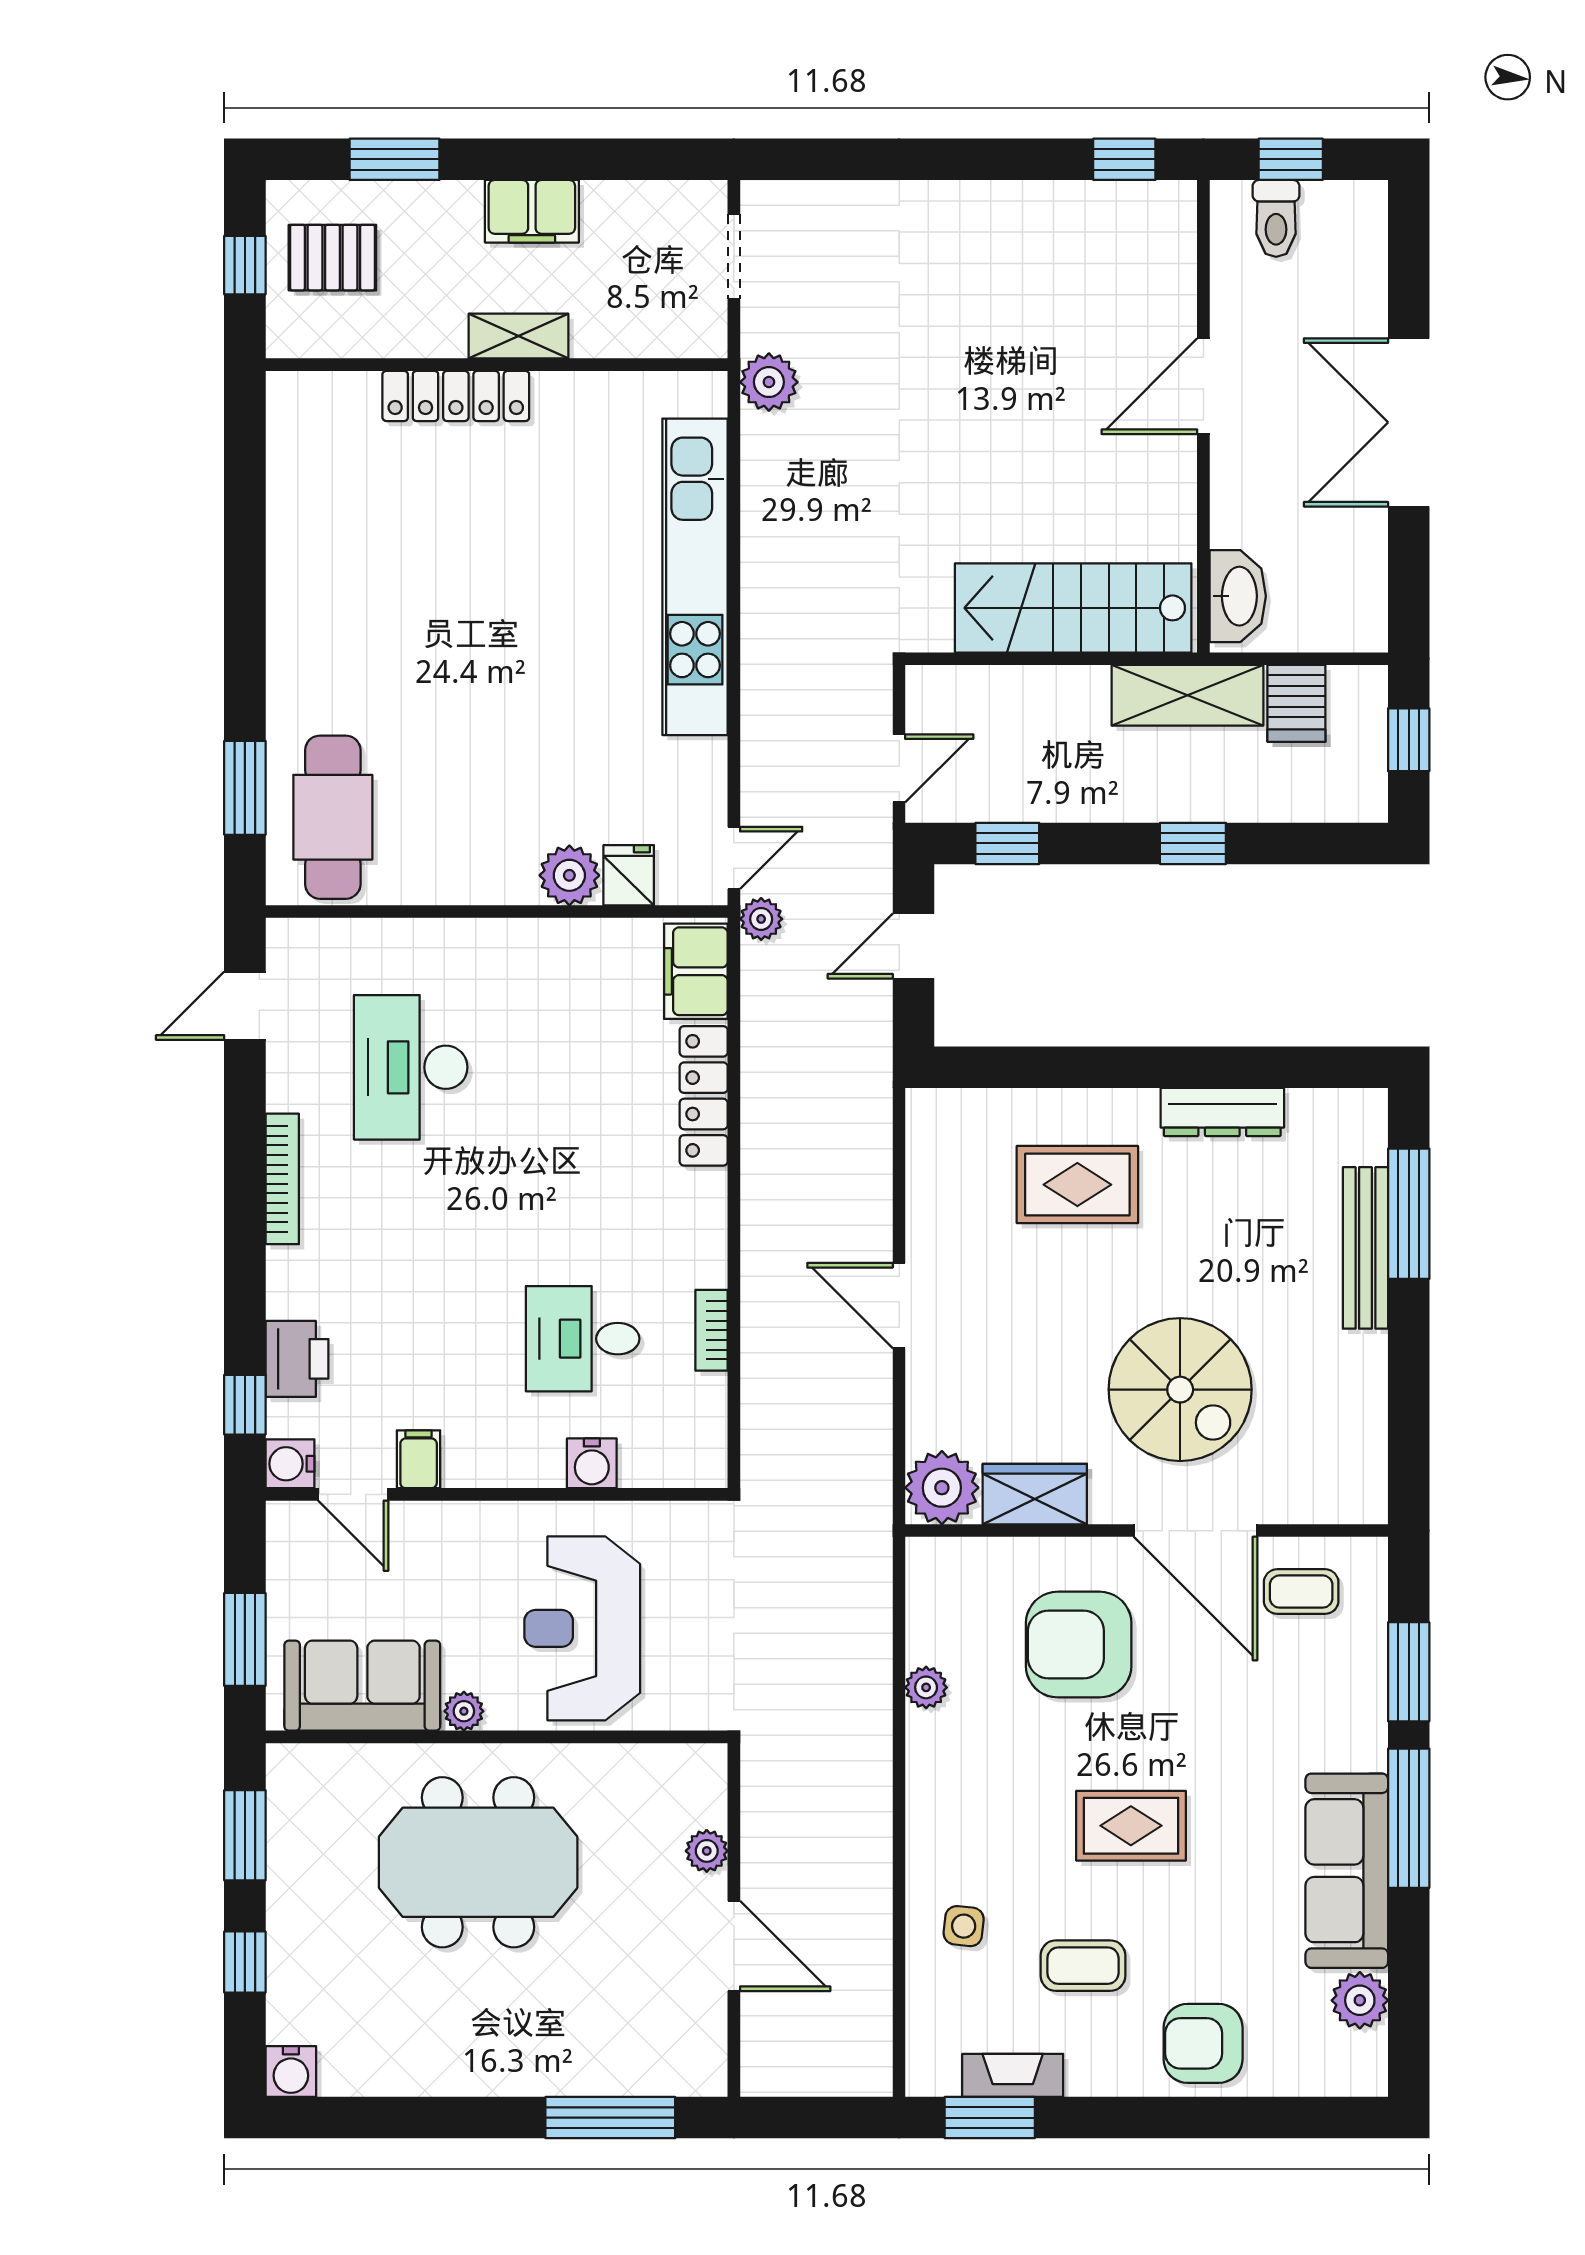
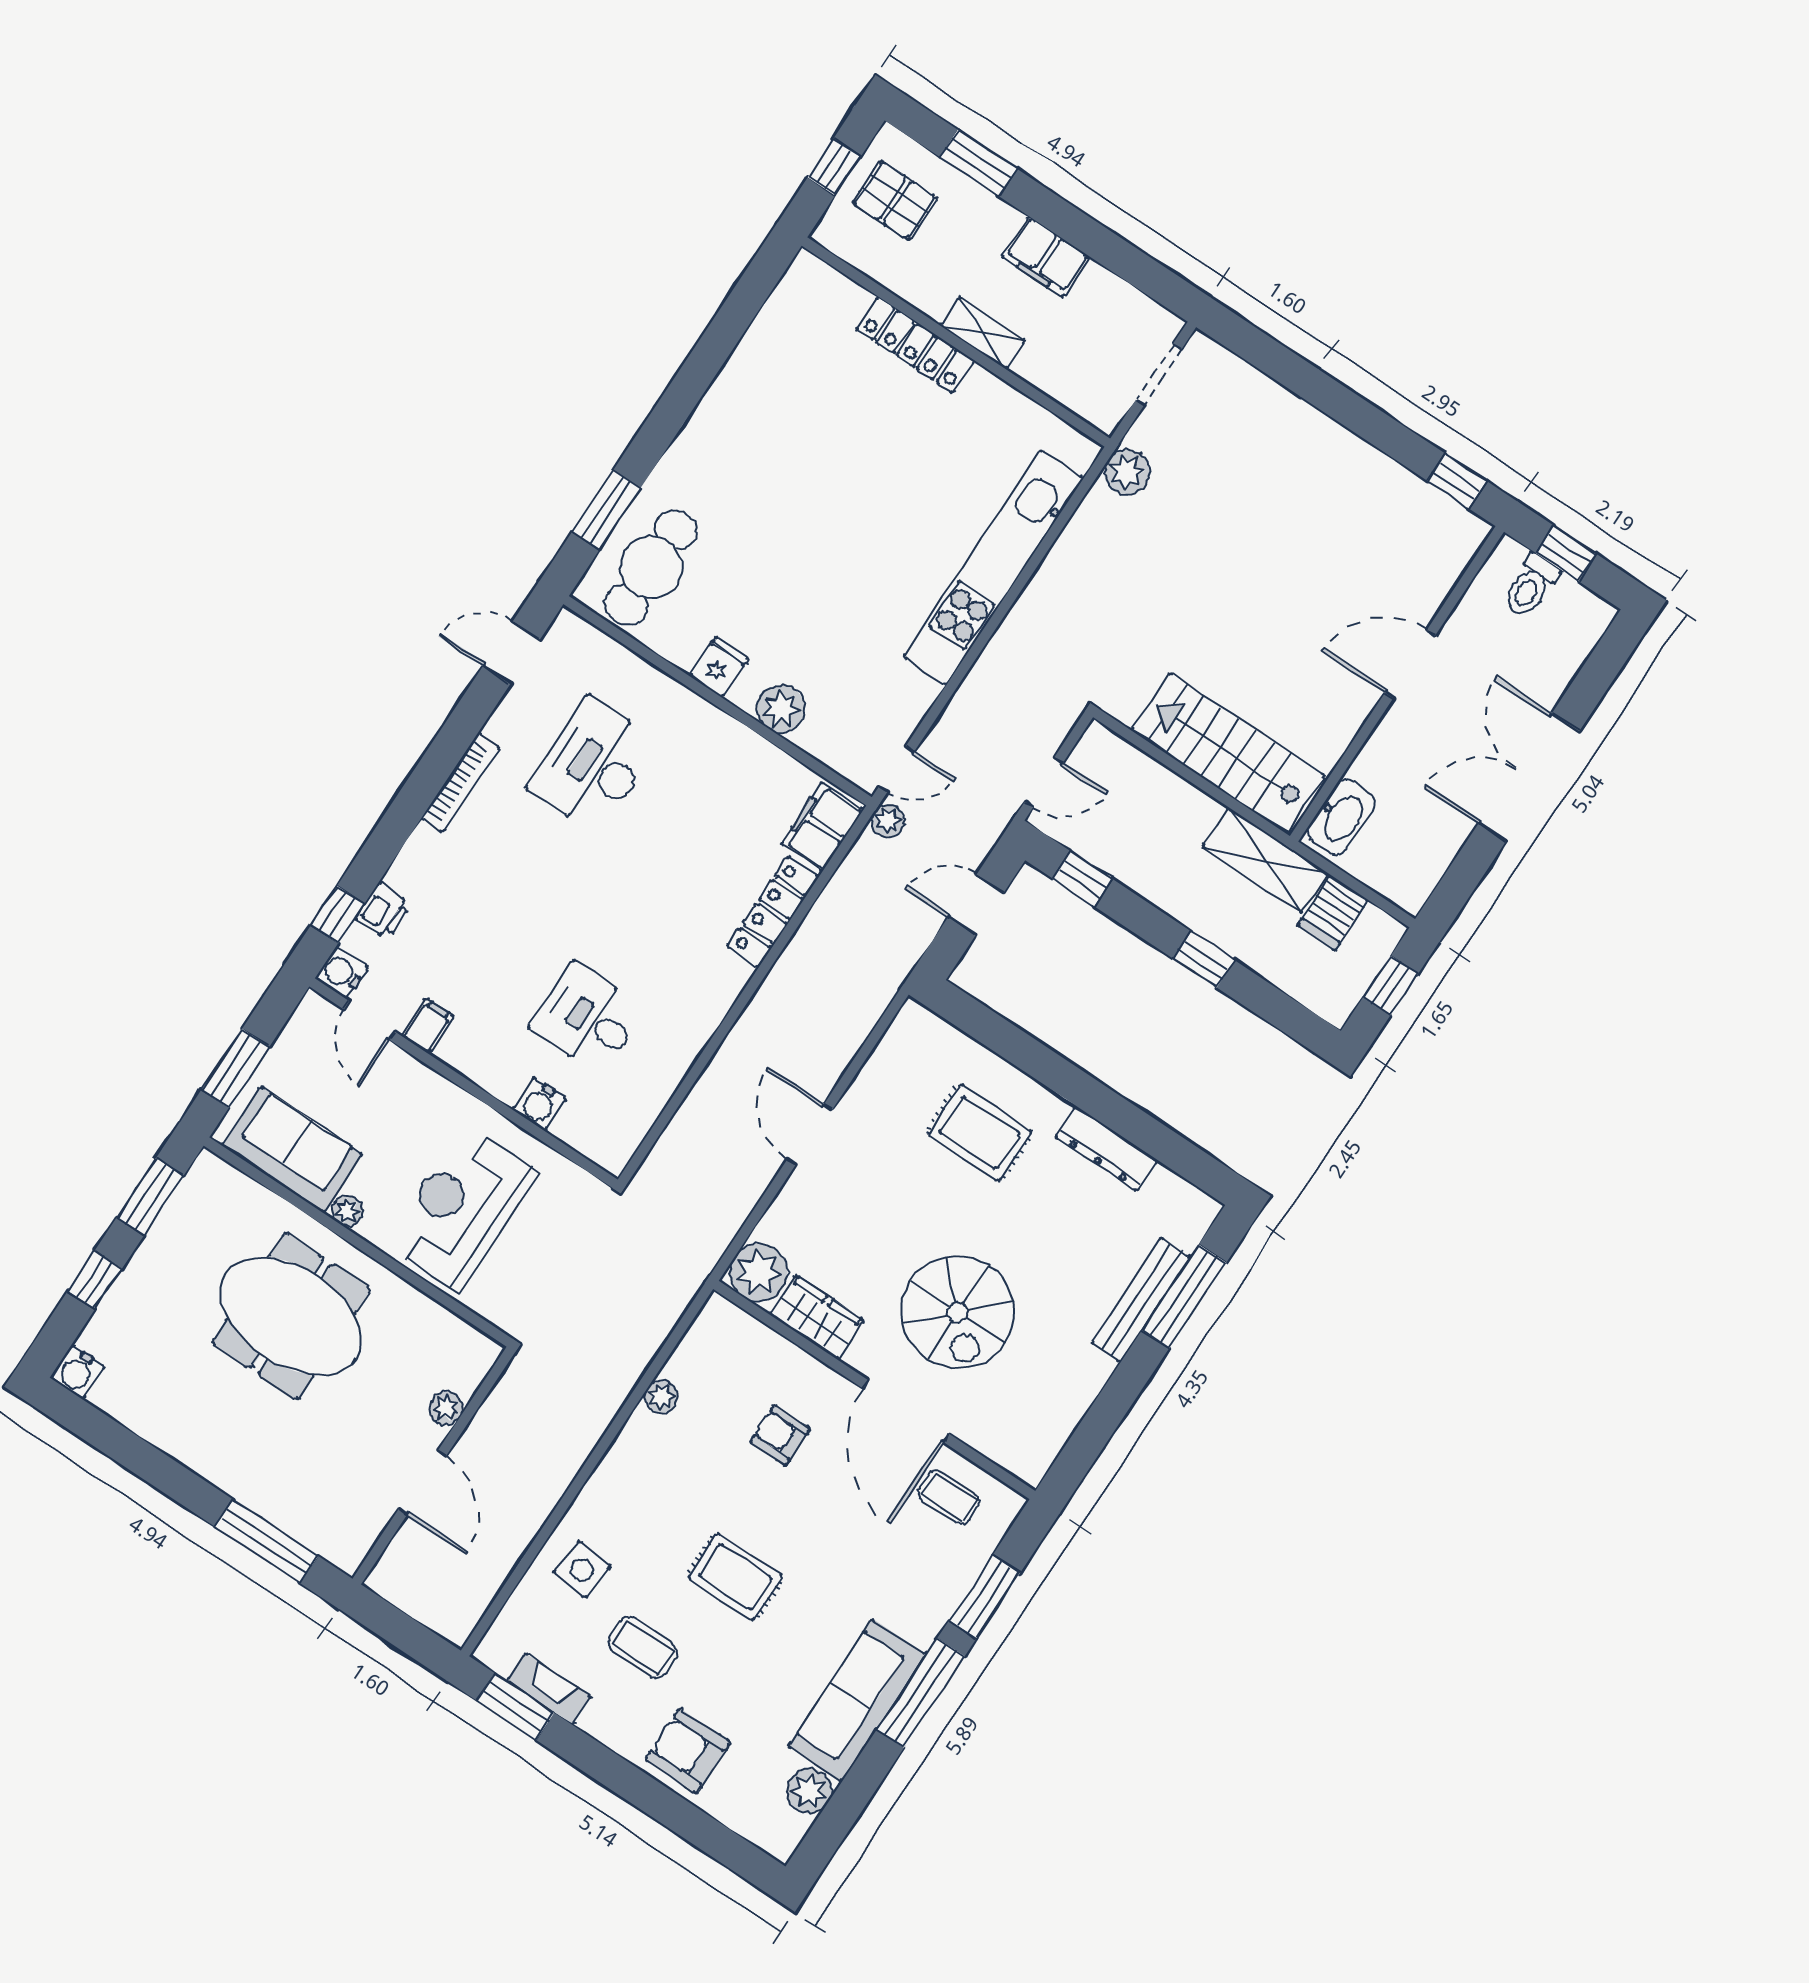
fridge: (629, 875) -> (719, 667), moved
bookcase: (712, 1330) -> (676, 1069), removed
printer: (297, 1359) -> (383, 911), width x0.73, depth x0.81
armchair: (1079, 1645) -> (780, 1435), width x0.53, depth x0.53
side table: (964, 1926) -> (582, 1570), width x1.37, depth x1.37

